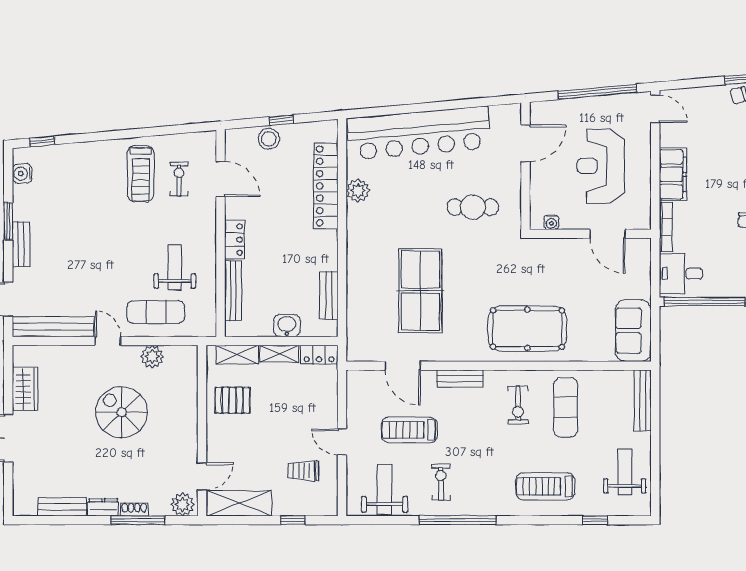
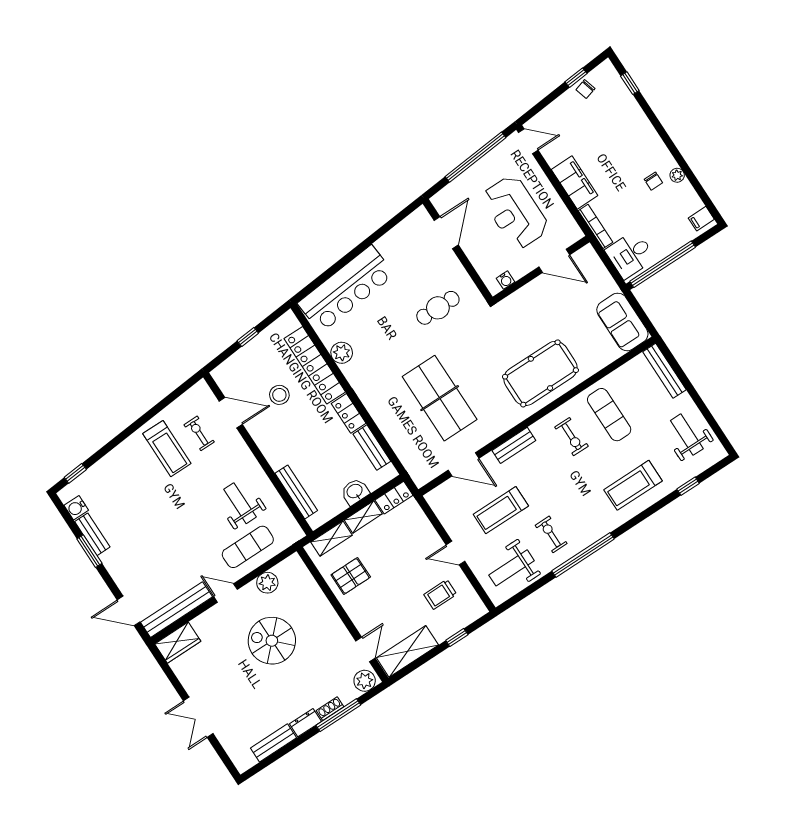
bar counter: (419, 133) -> (346, 289), width x0.73
stool: (269, 139) -> (279, 395), moved
locker: (235, 240) -> (349, 413), moved, turned 180
bench: (21, 244) -> (92, 534), moved
wardrobe: (25, 389) -> (178, 643), moved, turned 90
weight bench: (385, 489) -> (512, 568), turned -90

